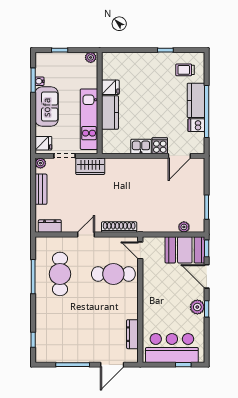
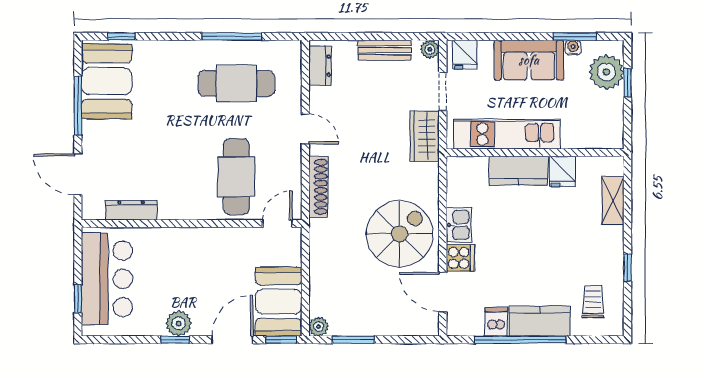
plant: (91, 57) -> (606, 72), moved, width x1.88, depth x1.88
shelving: (127, 58) -> (613, 201), added
spiral stairs: (146, 181) -> (400, 234), added
plant: (184, 227) -> (318, 327), moved
booth: (59, 348) -> (107, 81), added

